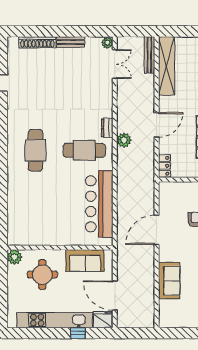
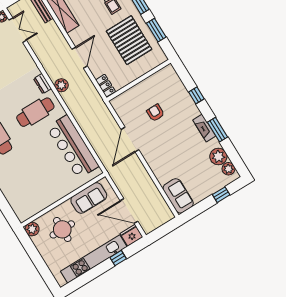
sofa: (169, 281) -> (178, 196), moved

